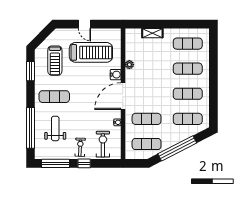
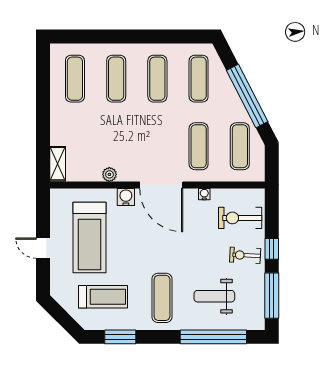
door: (85, 24) -> (43, 248), swing flipped
shelving: (152, 33) -> (58, 164), moved
treadmill: (91, 52) -> (89, 237), turned 180

